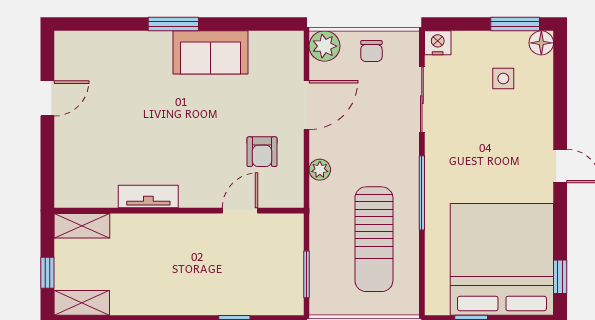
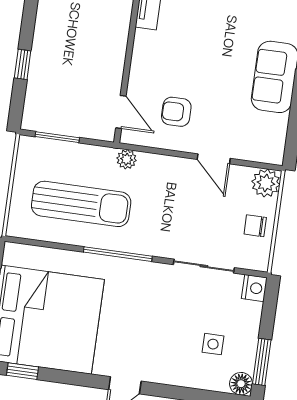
door: (306, 105) -> (214, 159), width x0.73
plant: (320, 170) -> (127, 159), moved
door: (240, 211) -> (121, 112), moved
sun lounger: (374, 239) -> (81, 204), turned 180

